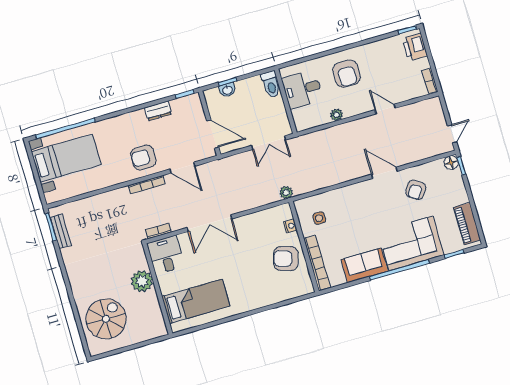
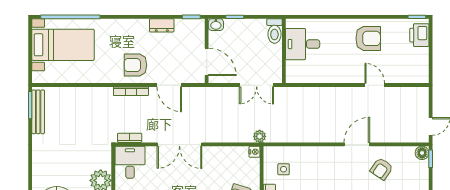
armchair: (347, 74) -> (368, 38), moved, turned -90
bookcase: (430, 81) -> (424, 71), removed
washbasin: (227, 90) -> (216, 25), moved
plant: (337, 115) -> (328, 77), removed
door: (384, 173) -> (357, 144), hinge flipped
nightstand: (290, 226) -> (254, 152), moved
bench: (61, 231) -> (38, 112), width x1.36

